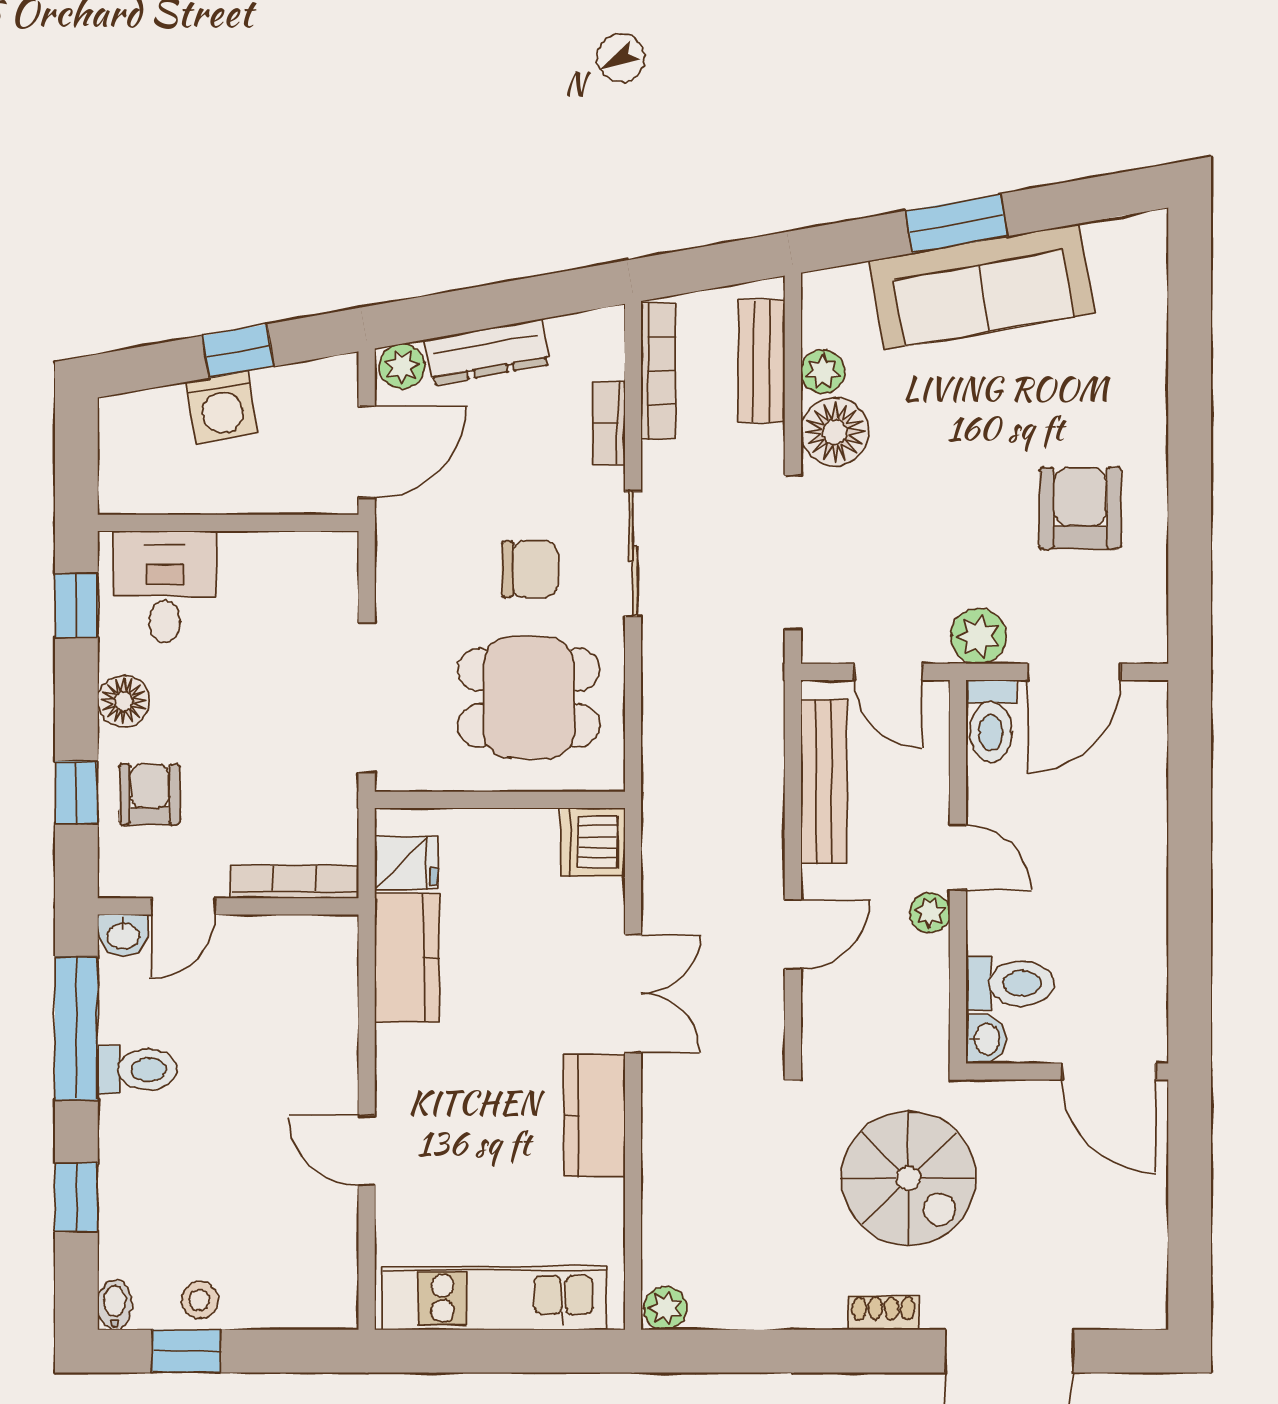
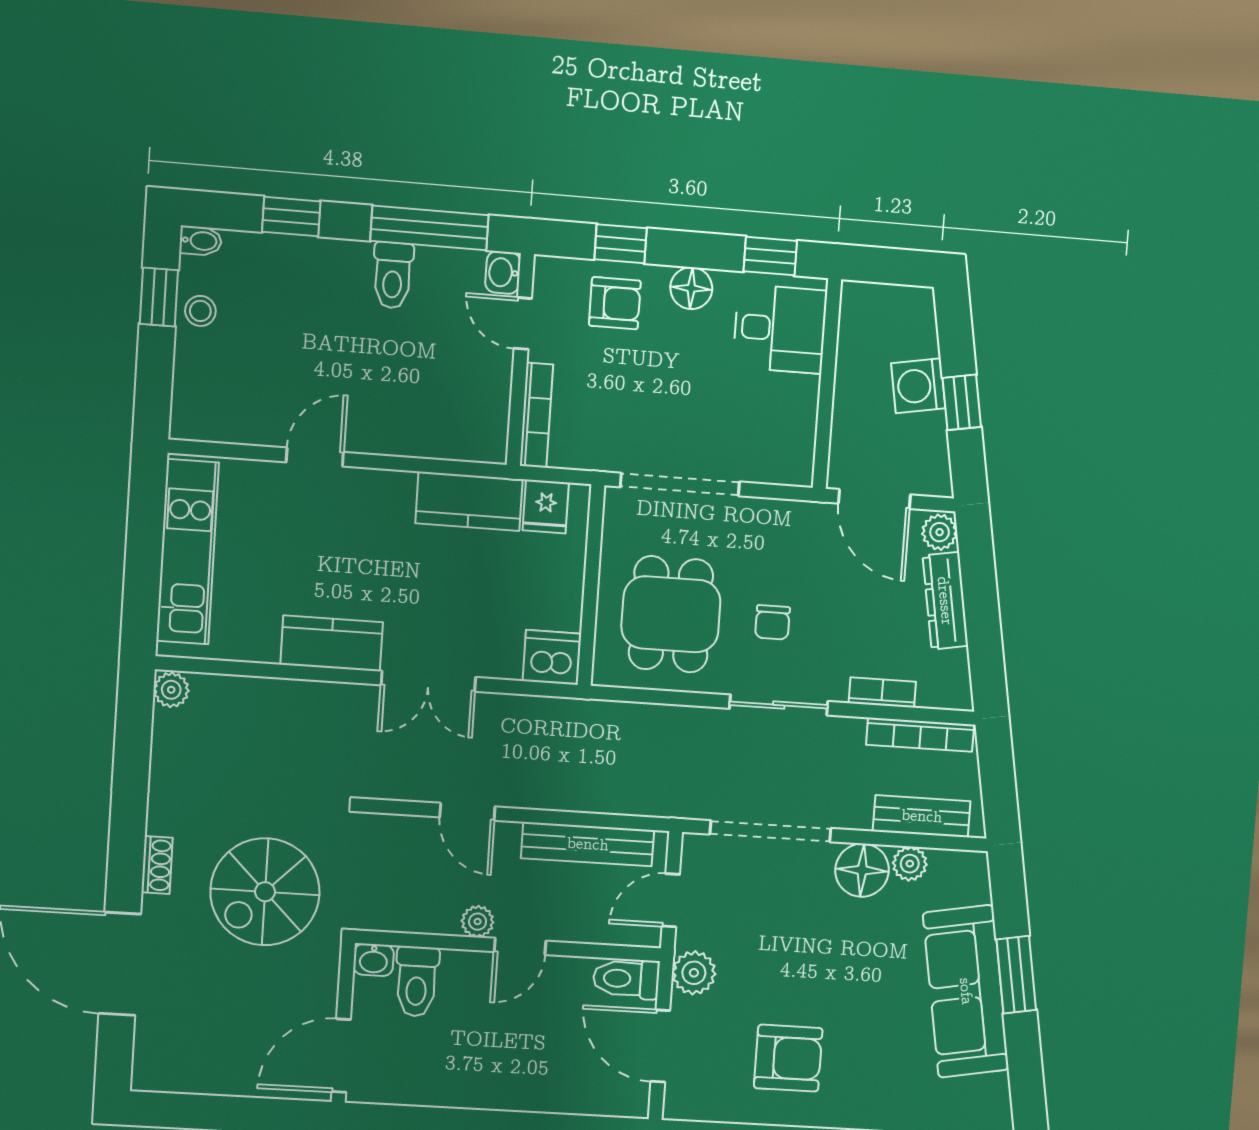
chair: (530, 569) -> (772, 622), width x0.73, depth x0.73

